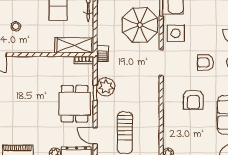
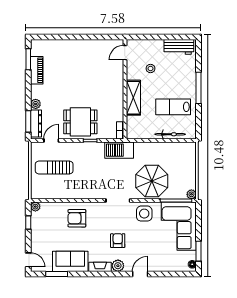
shelving: (74, 45) -> (133, 98), moved
barbecue: (103, 54) -> (119, 150), width x1.88, depth x1.53
plant: (106, 87) -> (96, 150), removed
armchair: (193, 100) -> (77, 218), moved

